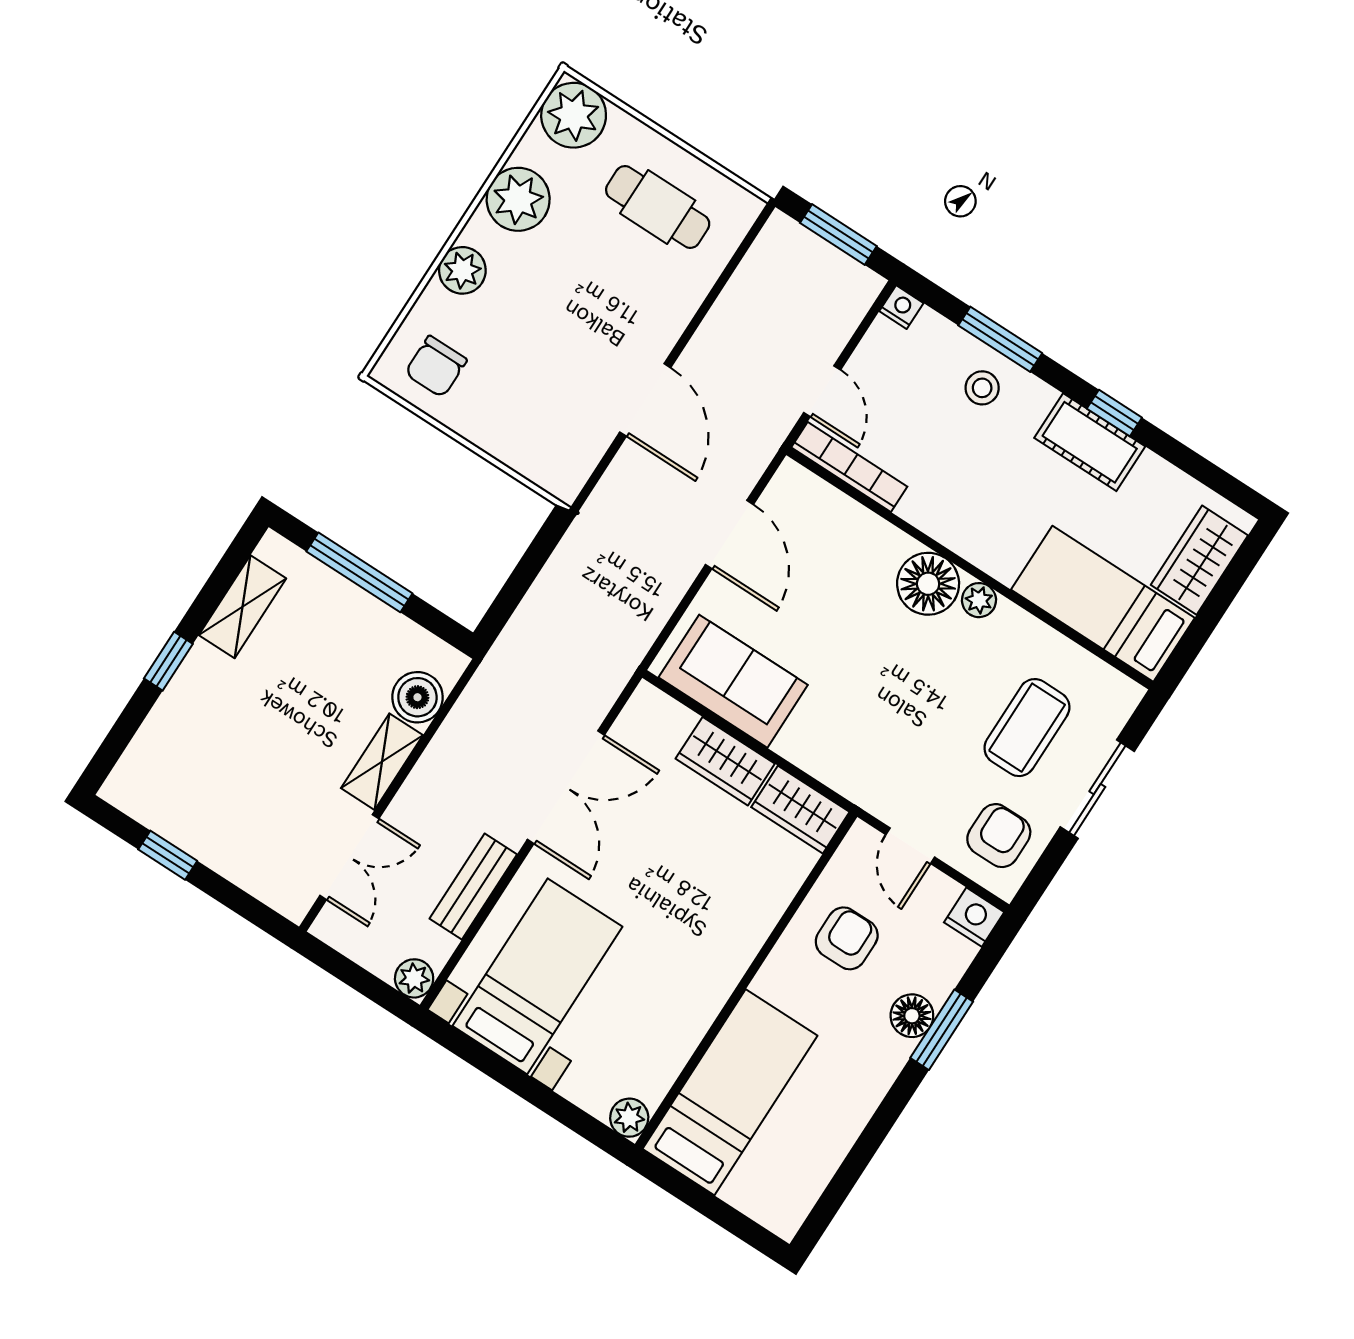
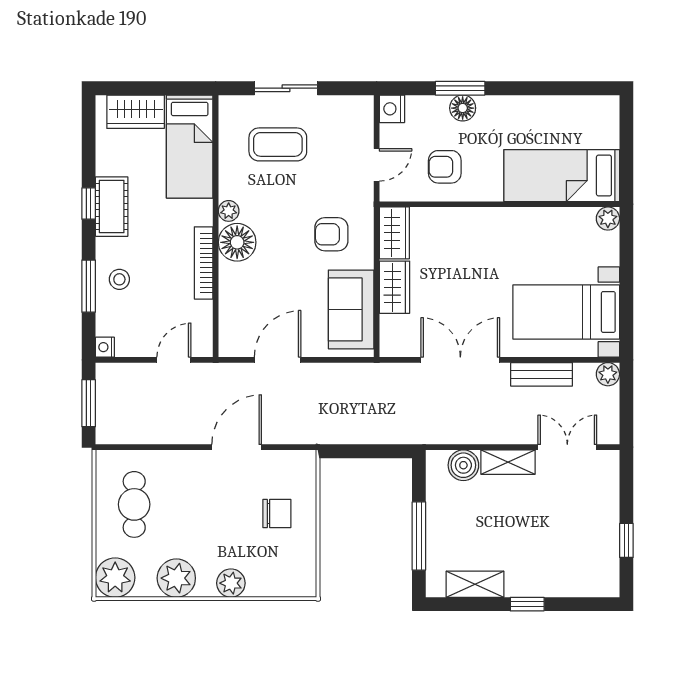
chair: (436, 367) -> (277, 514), moved
bookcase: (849, 467) -> (204, 263), moved
armchair: (999, 836) -> (331, 234), moved

